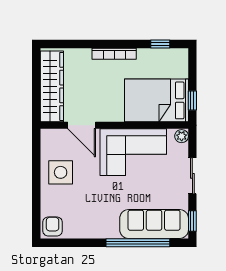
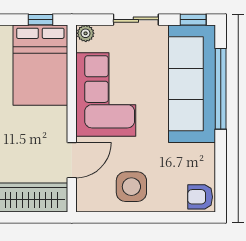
sofa: (154, 224) -> (192, 84), width x1.36, depth x1.27

